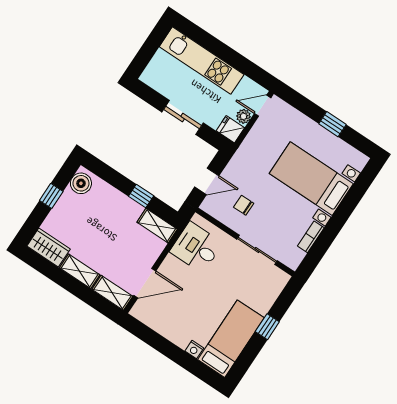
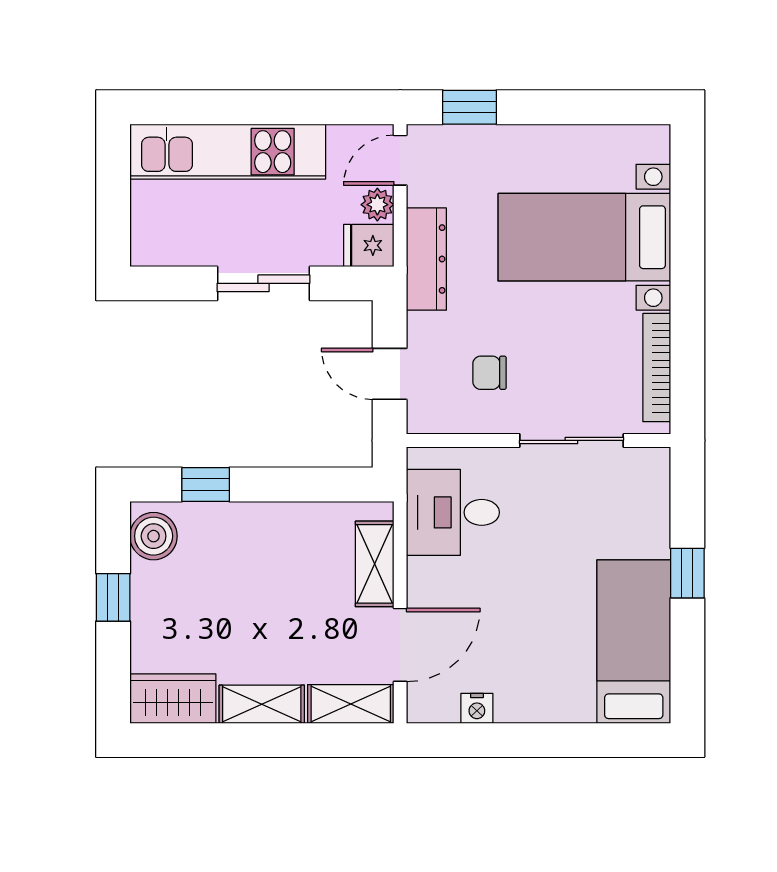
window: (332, 124) -> (469, 107), moved
dresser: (248, 148) -> (426, 259), added
door: (207, 181) -> (390, 374), swing flipped
window: (141, 196) -> (206, 485), moved
shelving: (157, 226) -> (375, 564), moved, turned 90
bookcase: (311, 237) -> (657, 368), width x1.56
nightstand: (194, 350) -> (477, 708), moved

